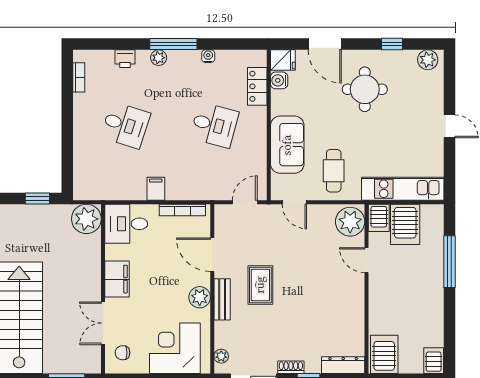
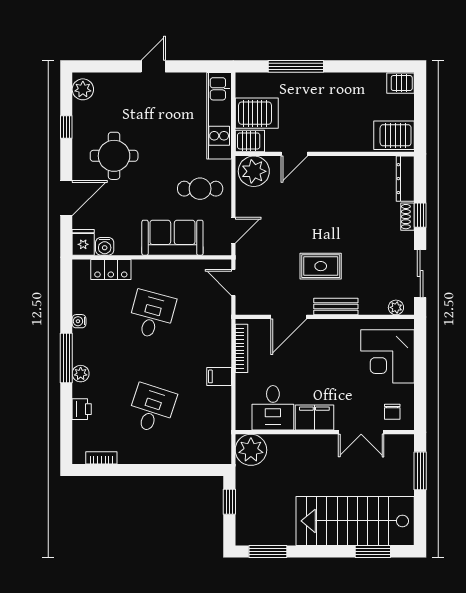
desk: (126, 224) -> (273, 408), moved
plant: (200, 297) -> (334, 330), removed
shoe rack: (291, 367) -> (408, 217), moved

